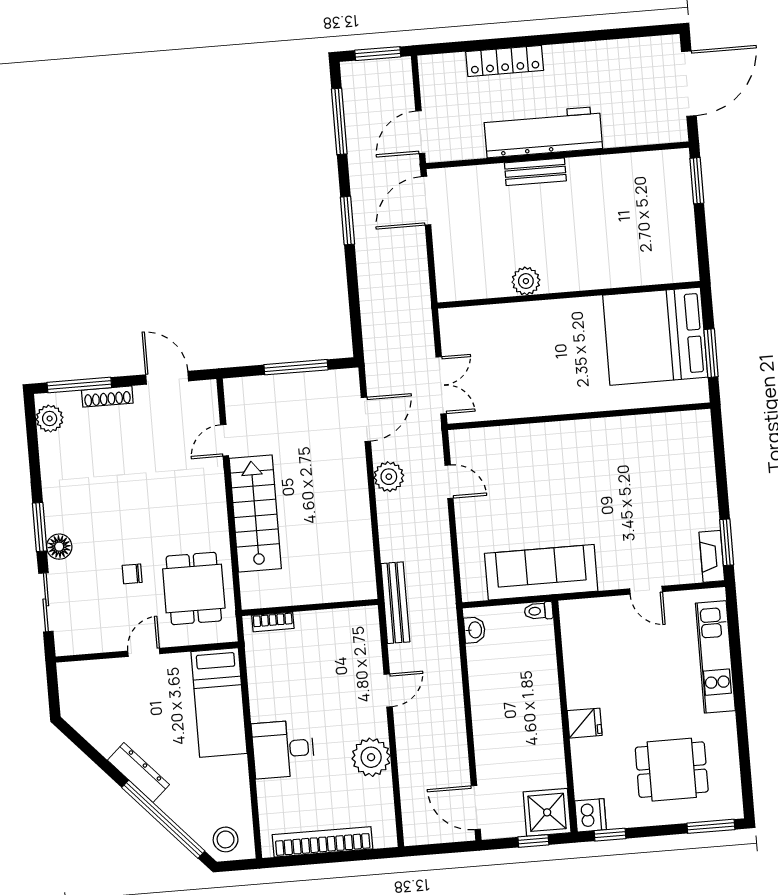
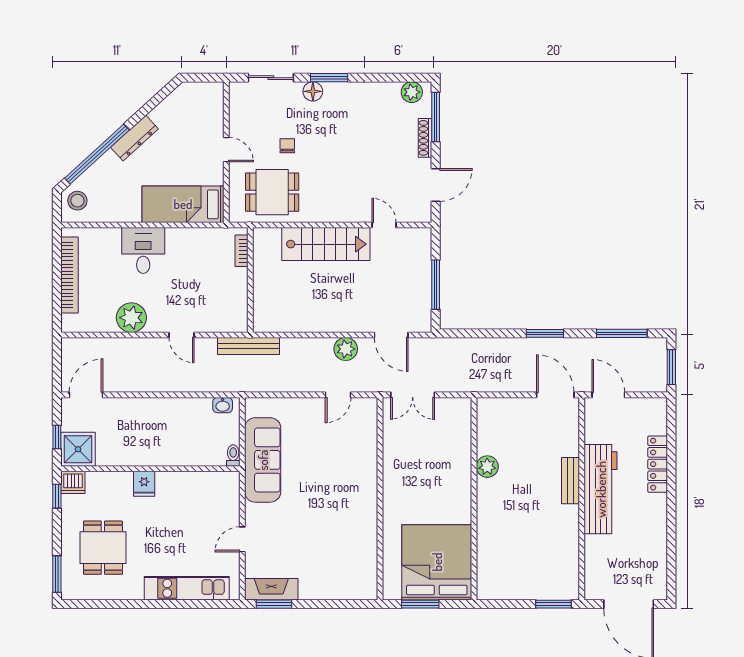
fireplace: (712, 556) -> (271, 589), width x1.37, depth x1.32

